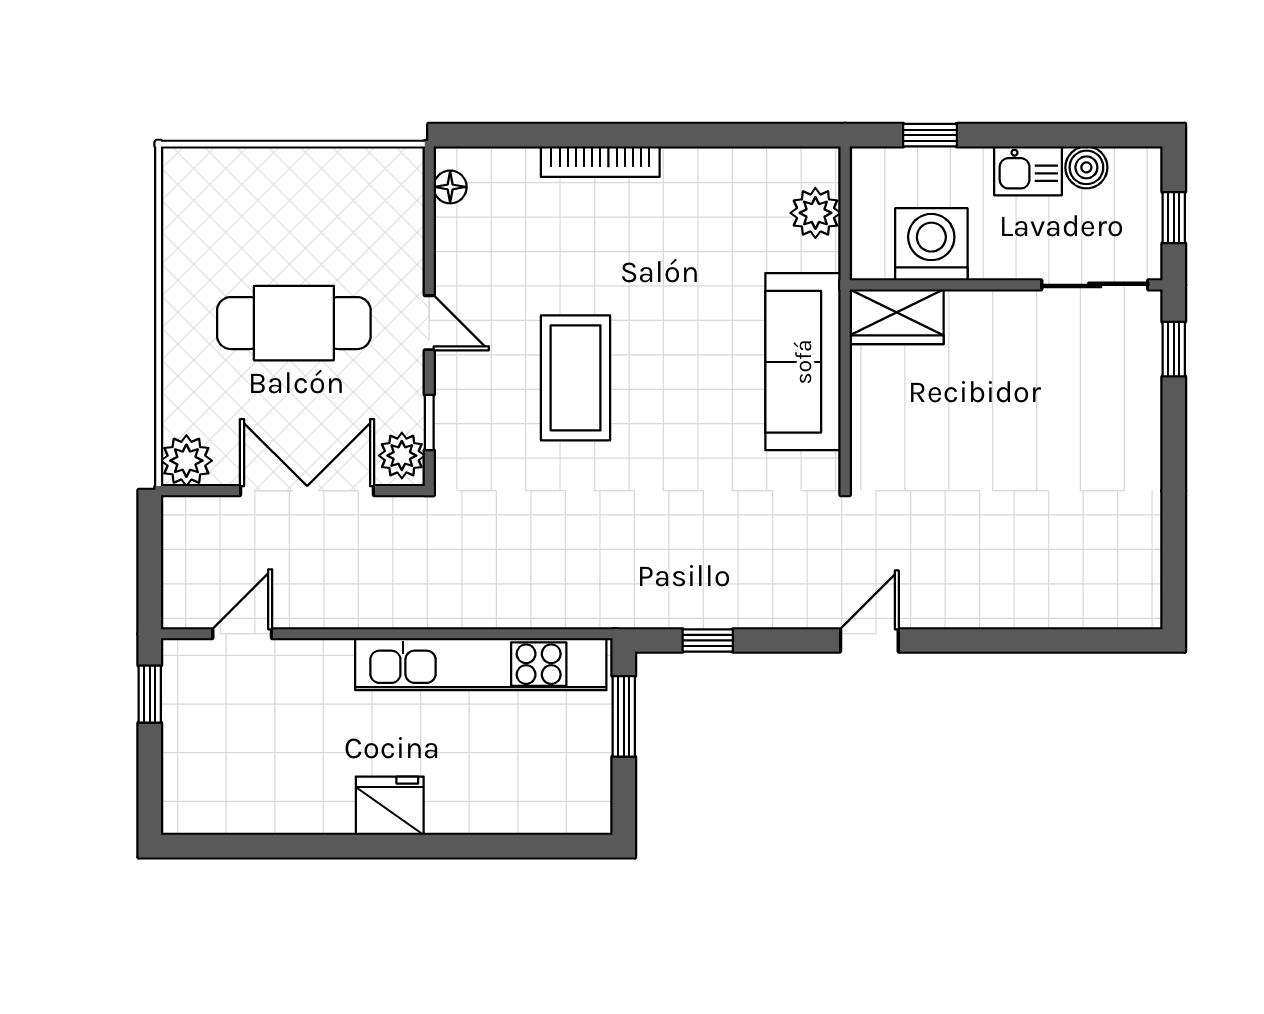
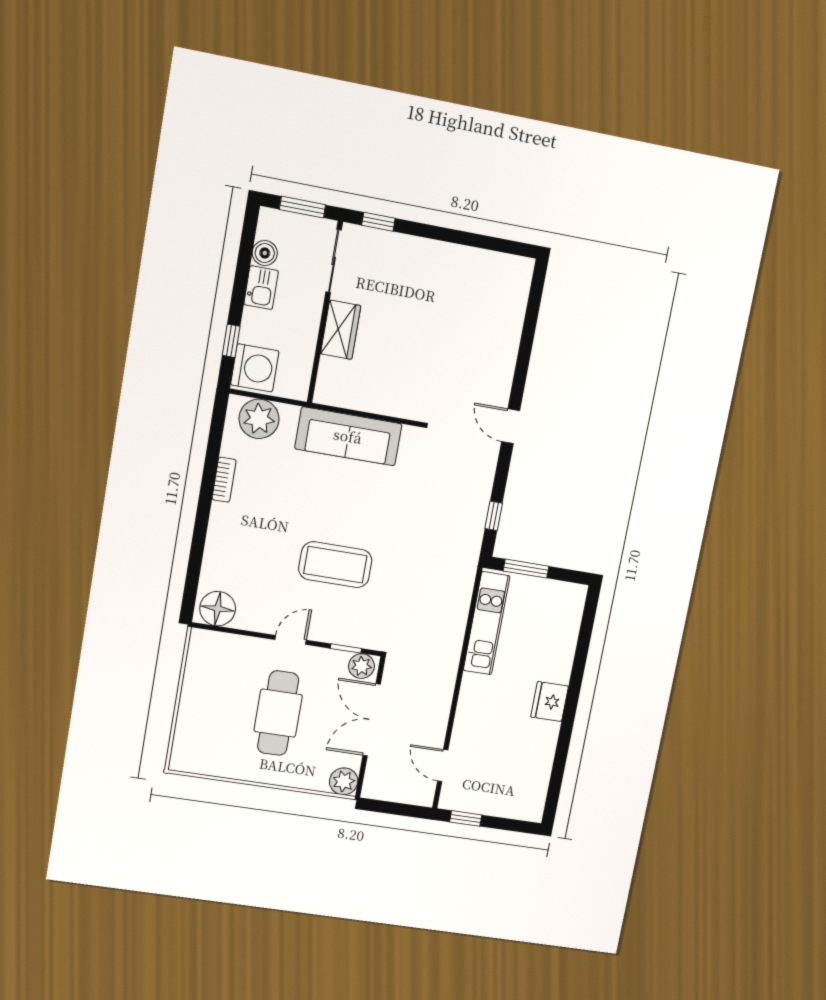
bookcase: (600, 162) -> (224, 480), moved, width x0.64
floor lamp: (450, 187) -> (218, 609), width x1.89, depth x1.89
plant: (815, 213) -> (259, 419), width x1.36, depth x1.36
window: (1174, 218) -> (303, 207), width x1.50
washing machine: (931, 244) -> (255, 368), moved, turned 180
wardrobe: (897, 317) -> (341, 330), moved
kitchen unit: (481, 664) -> (487, 623), width x0.73

